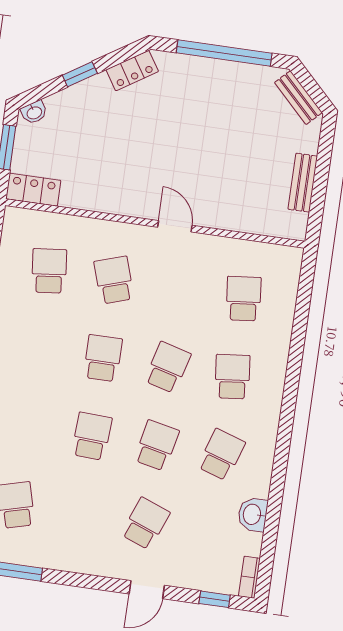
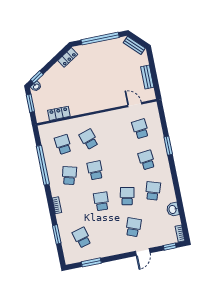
window: (80, 74) -> (37, 77), moved
locker: (33, 190) -> (59, 113), moved
door: (175, 226) -> (135, 105), moved
window: (295, 361) -> (168, 146), added
school desk: (168, 367) -> (69, 175), moved

